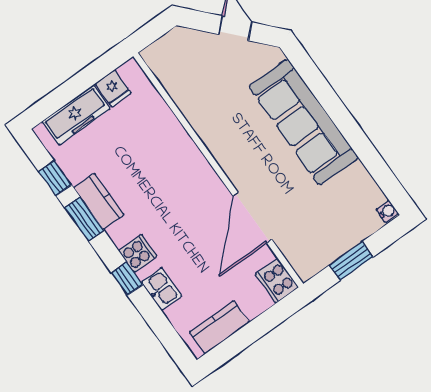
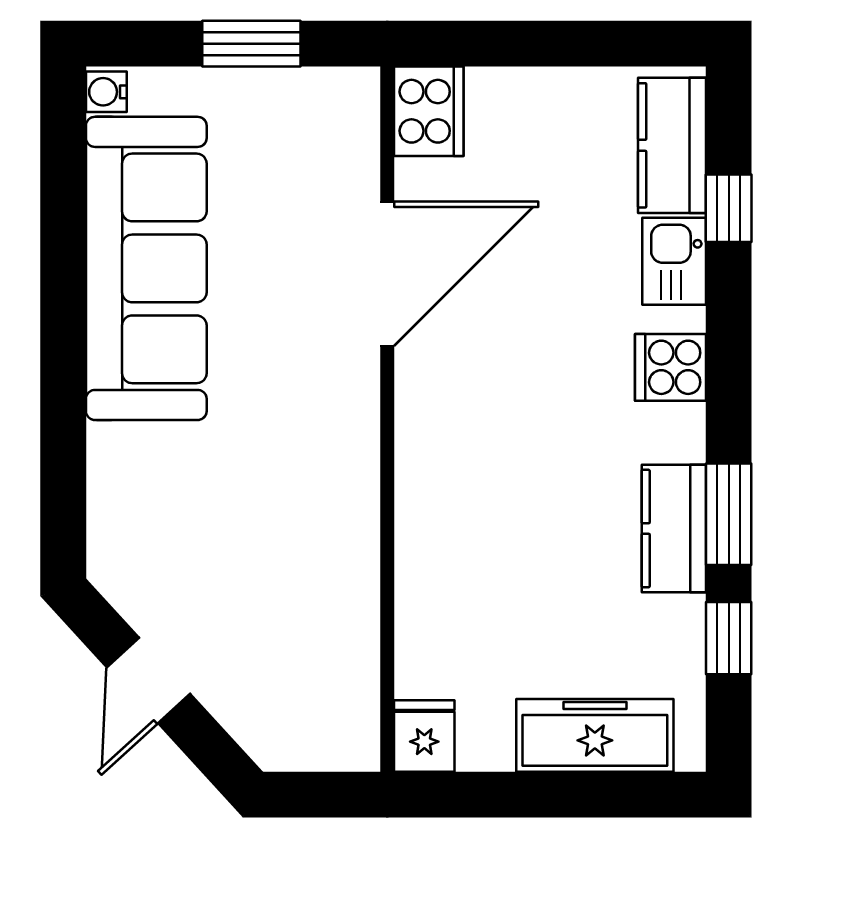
fridge: (113, 88) -> (424, 736), moved
sofa: (304, 122) -> (146, 268), moved
window: (127, 279) -> (729, 208), moved
kitchen counter: (219, 327) -> (672, 145), moved, turned 90

